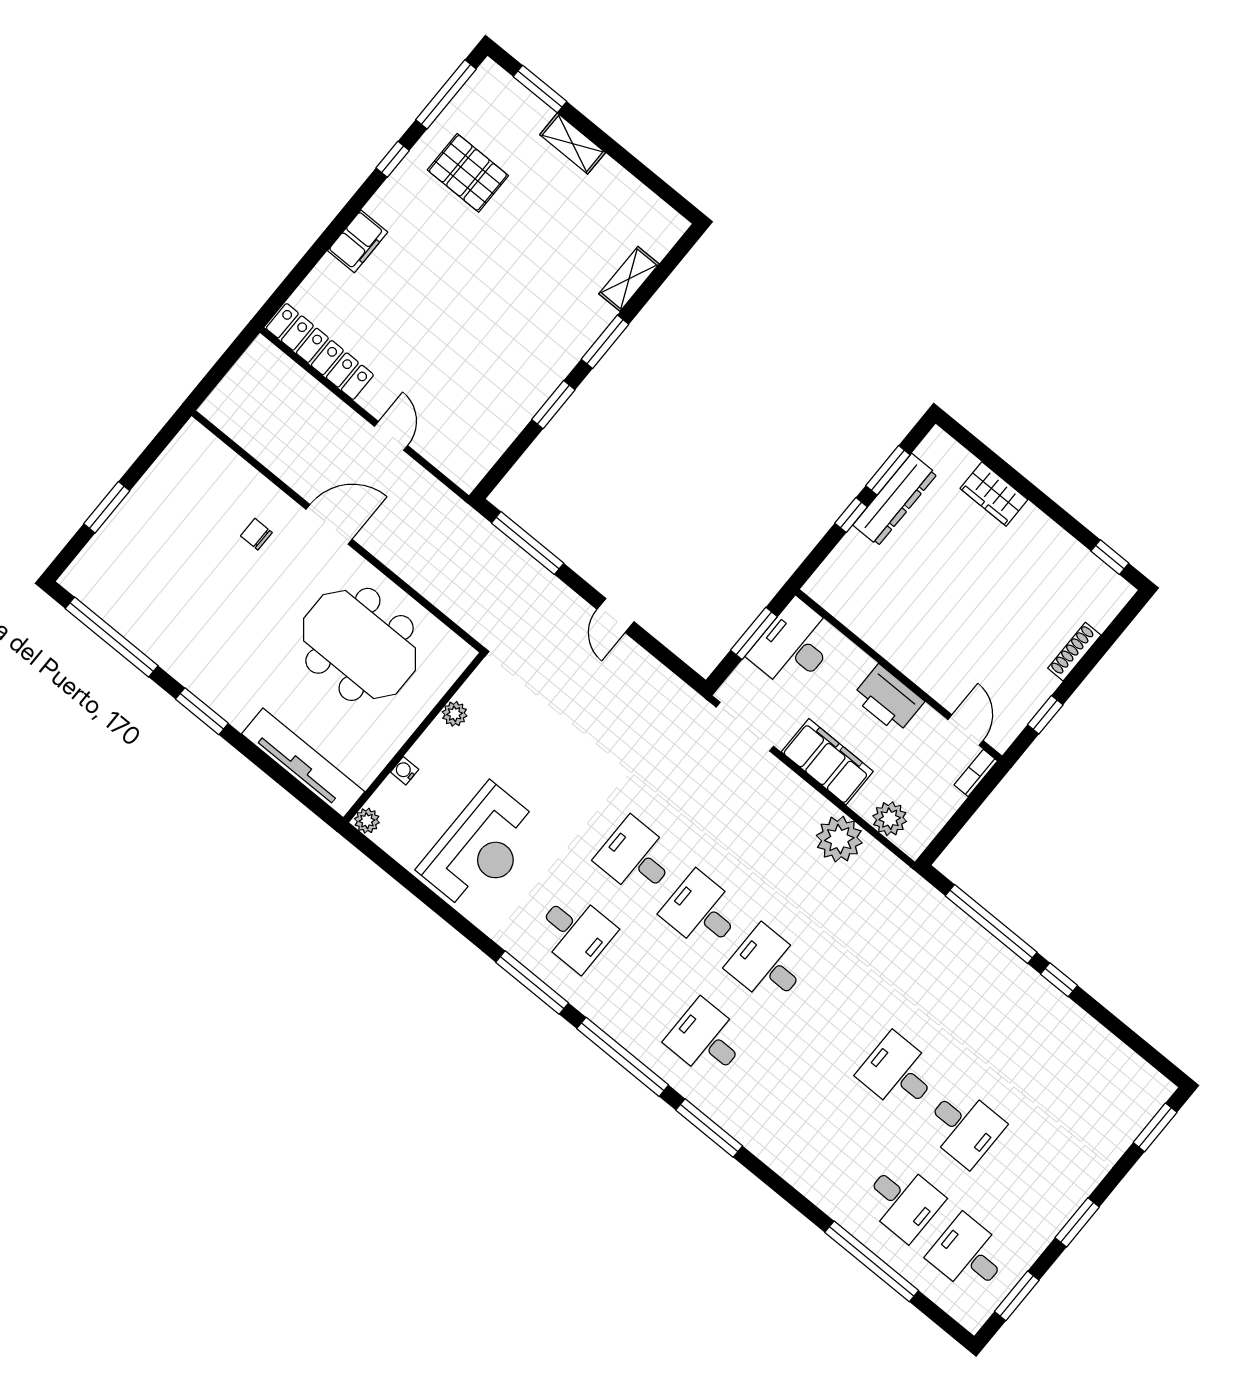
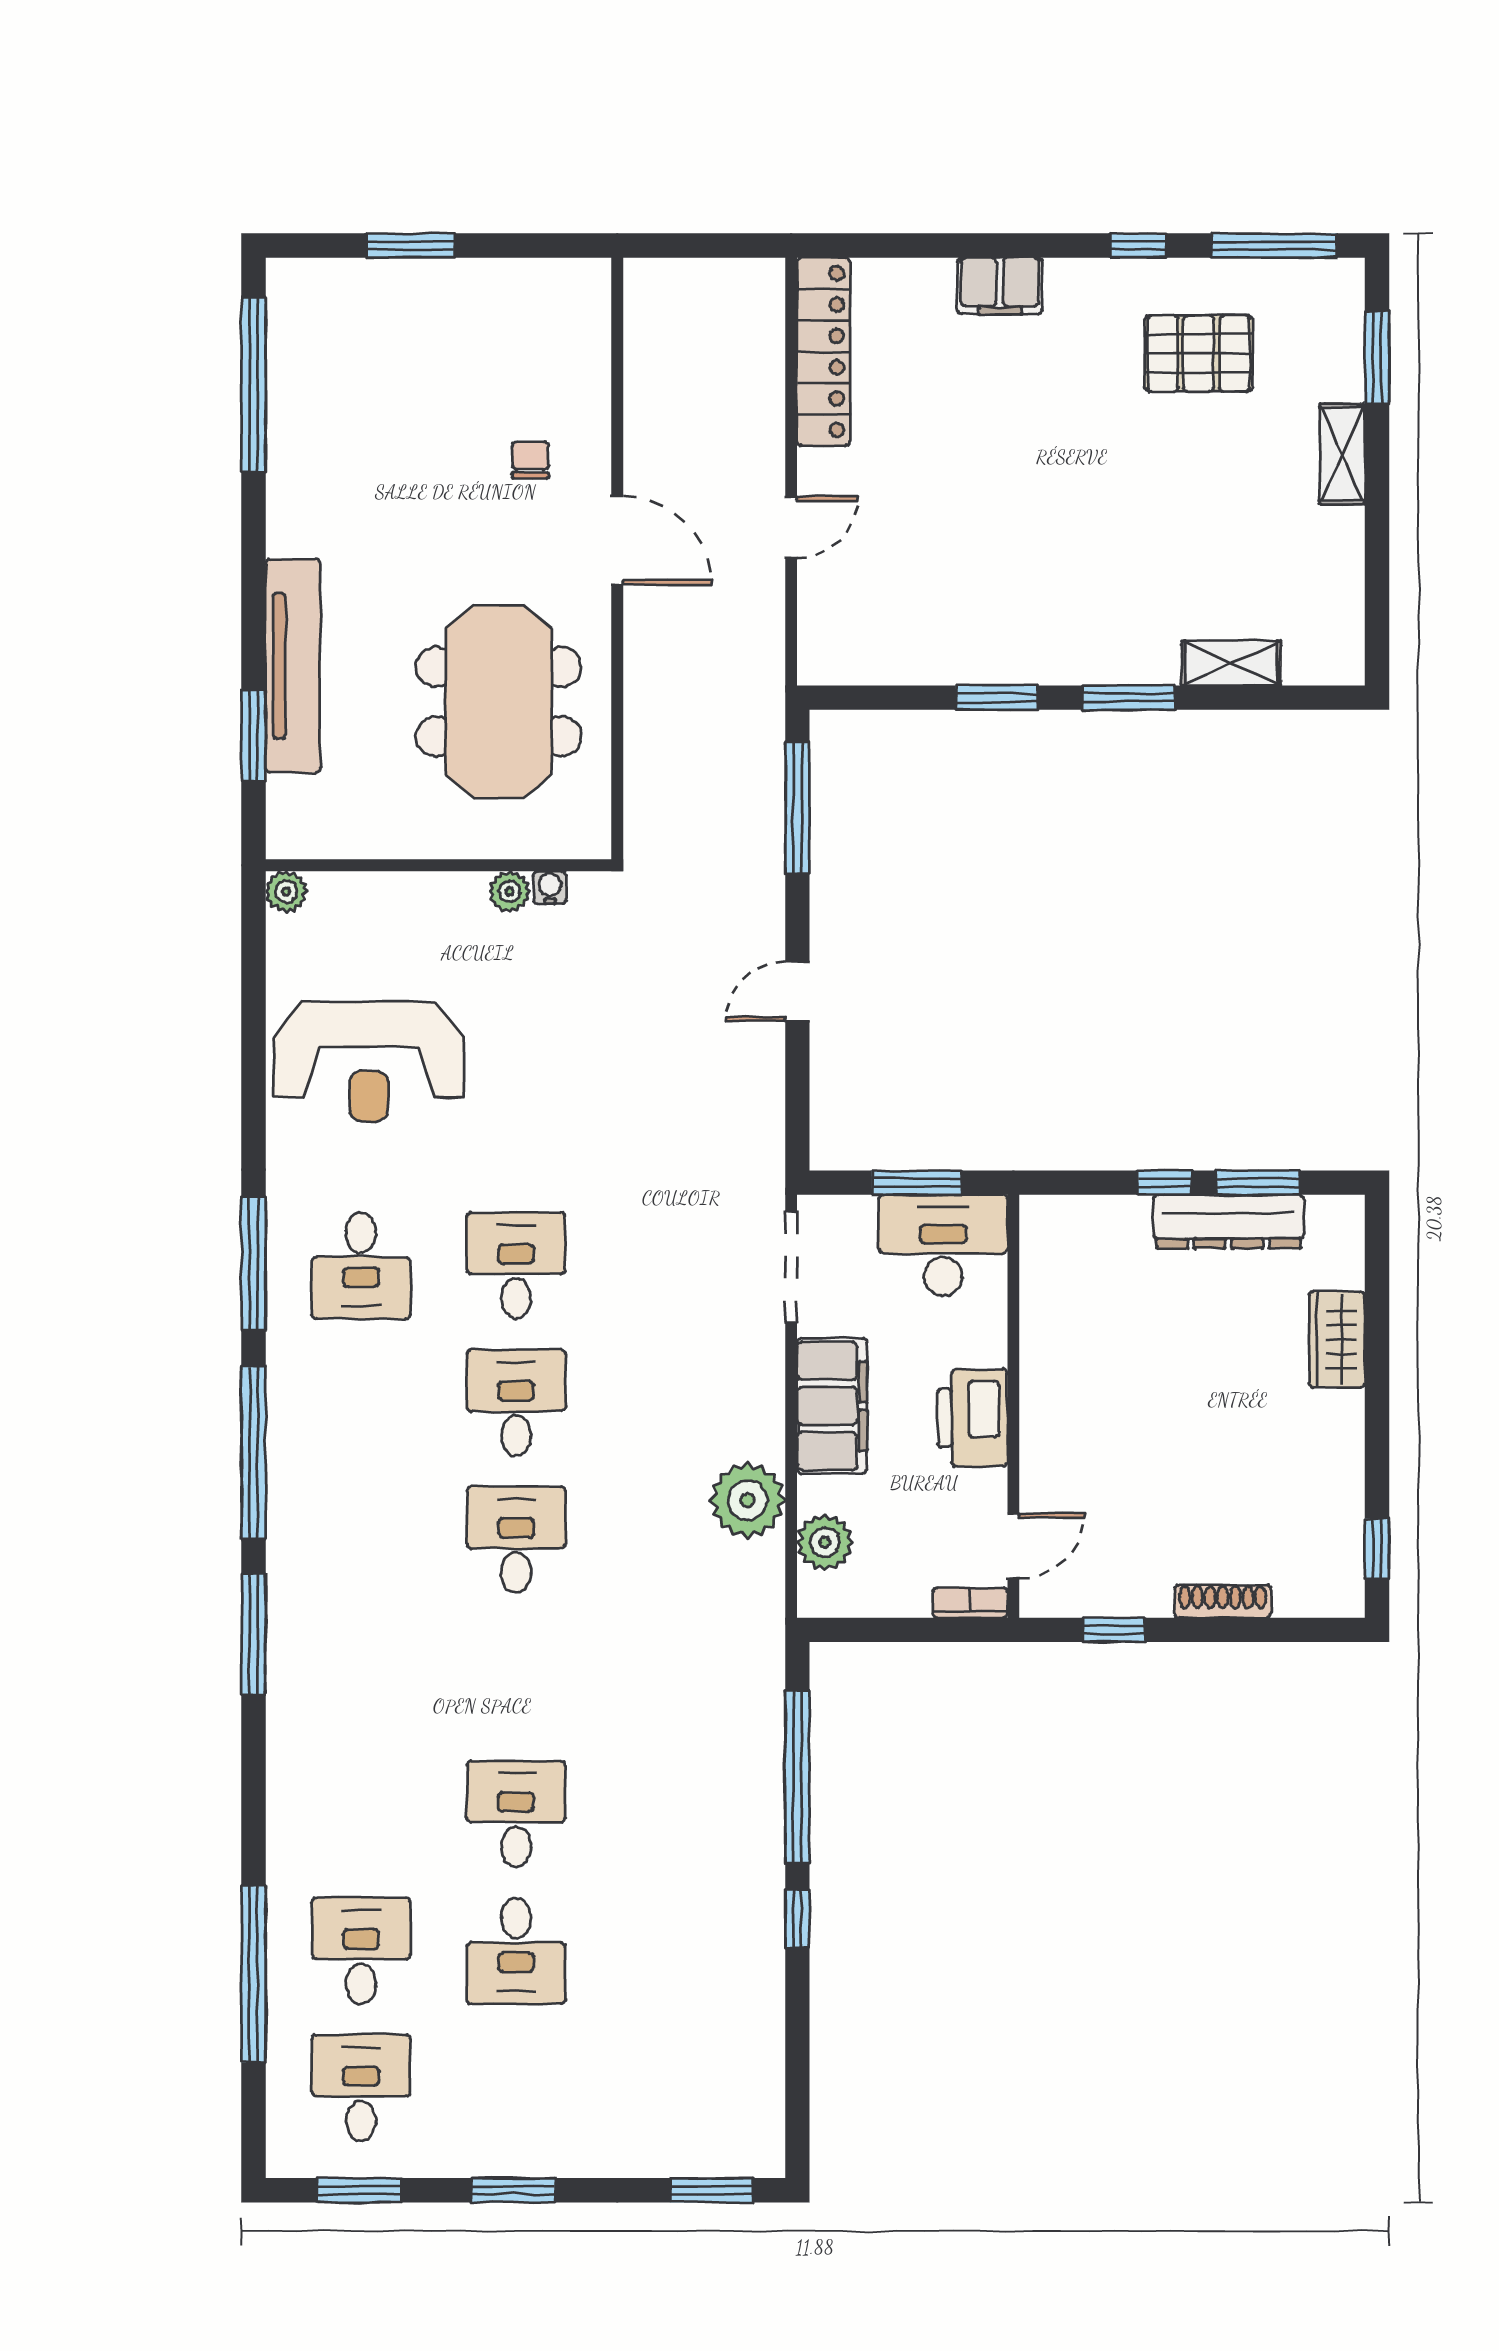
pallet: (468, 173) -> (1199, 353), turned 90
window: (202, 711) -> (254, 735), moved
tv unit: (303, 763) -> (293, 666), moved
water cooler: (405, 771) -> (550, 887), moved
desk: (706, 1039) -> (361, 1540), removed
desk: (903, 1201) -> (361, 1951), turned 180

